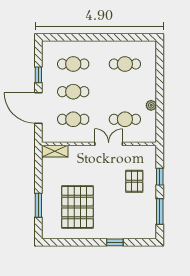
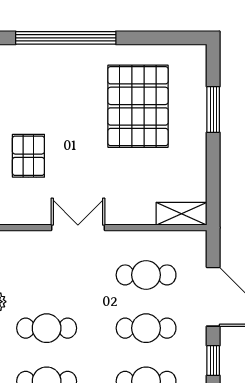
cafe table: (125, 119) -> (47, 328), moved
double door: (109, 144) -> (78, 228), swing flipped
window: (115, 242) -> (66, 38), width x3.17

